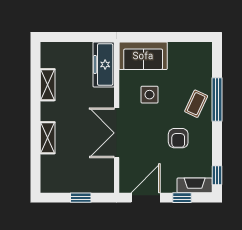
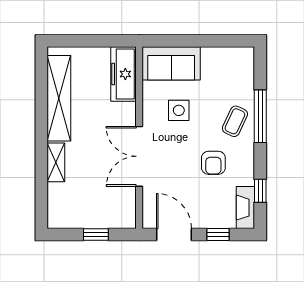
shelving: (48, 85) -> (59, 98), width x2.20, depth x1.33
window: (217, 175) -> (260, 191), moved
fireplace: (195, 185) -> (245, 208), moved, turned -90
door: (146, 198) -> (174, 235), hinge flipped

